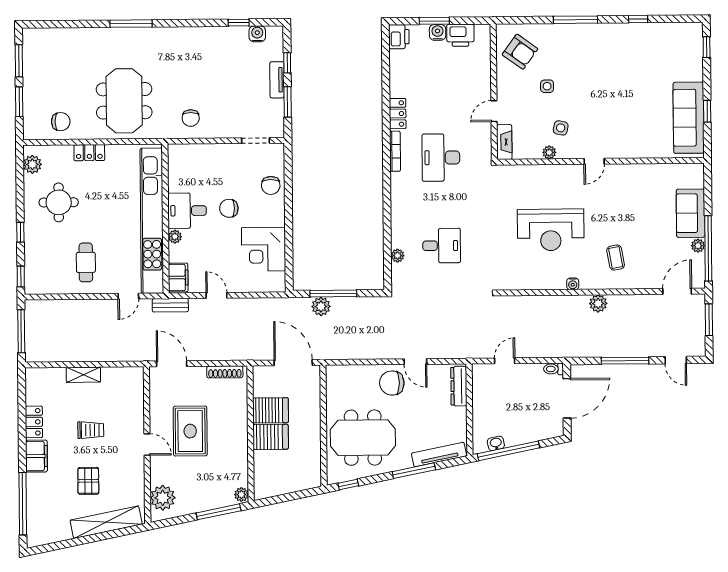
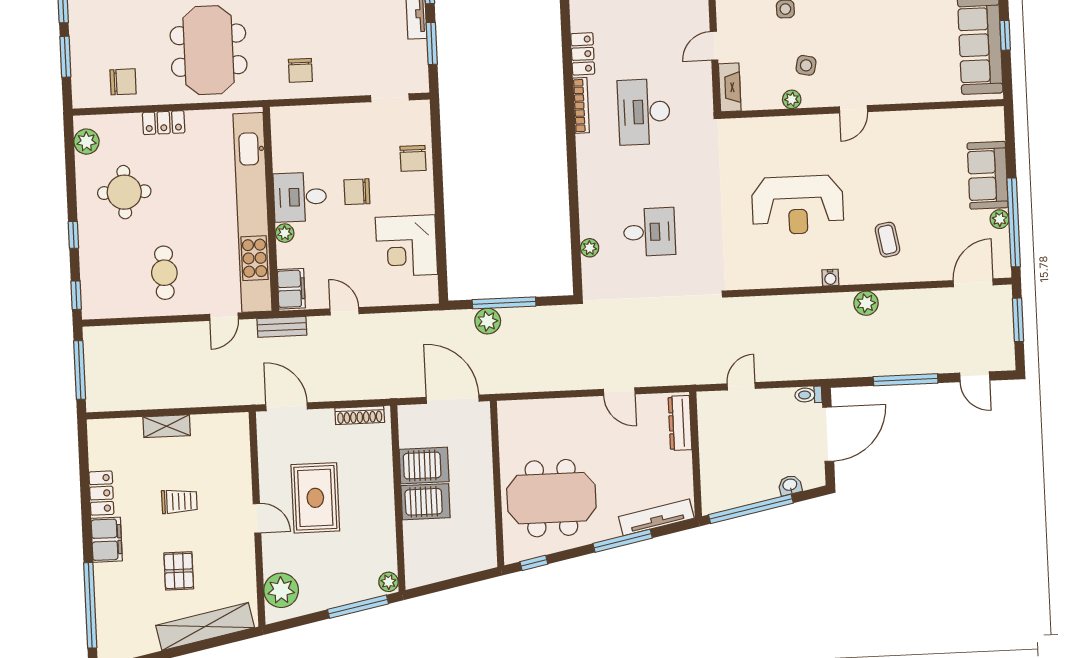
chair: (392, 383) -> (588, 422), removed
washbasin: (496, 443) -> (790, 485), moved

